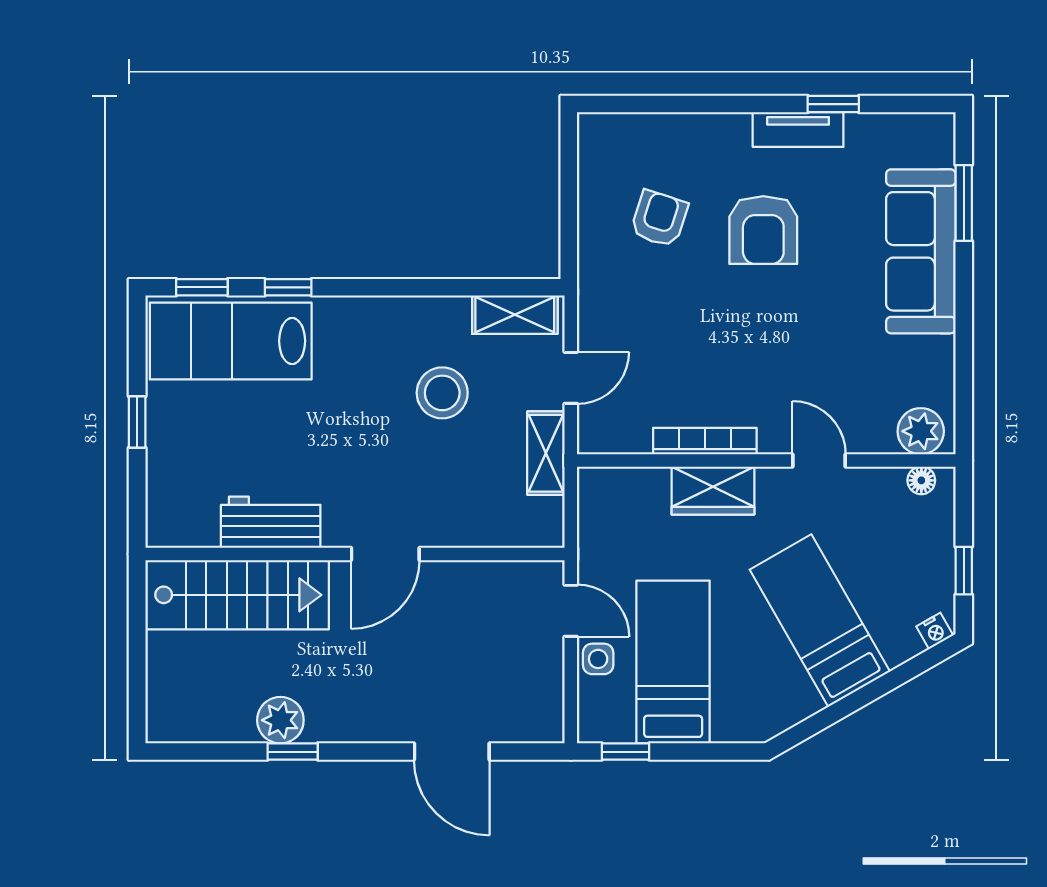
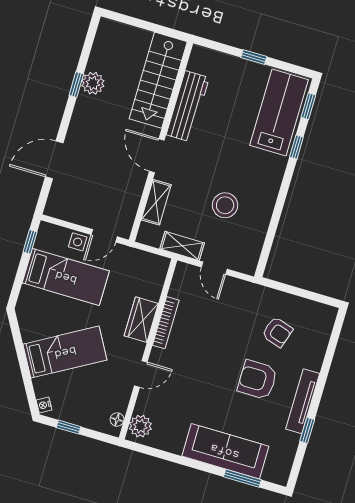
tv unit: (798, 130) -> (303, 401), width x1.41
shelving: (515, 315) -> (156, 202), moved
workbench: (271, 522) -> (188, 106), width x1.37

